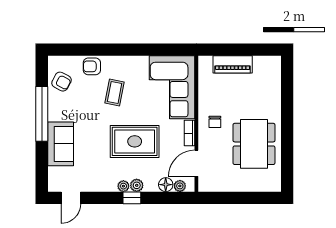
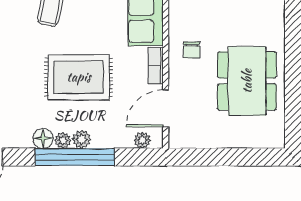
floor lamp: (166, 185) -> (43, 138), moved
window: (132, 198) -> (75, 157), width x3.17

